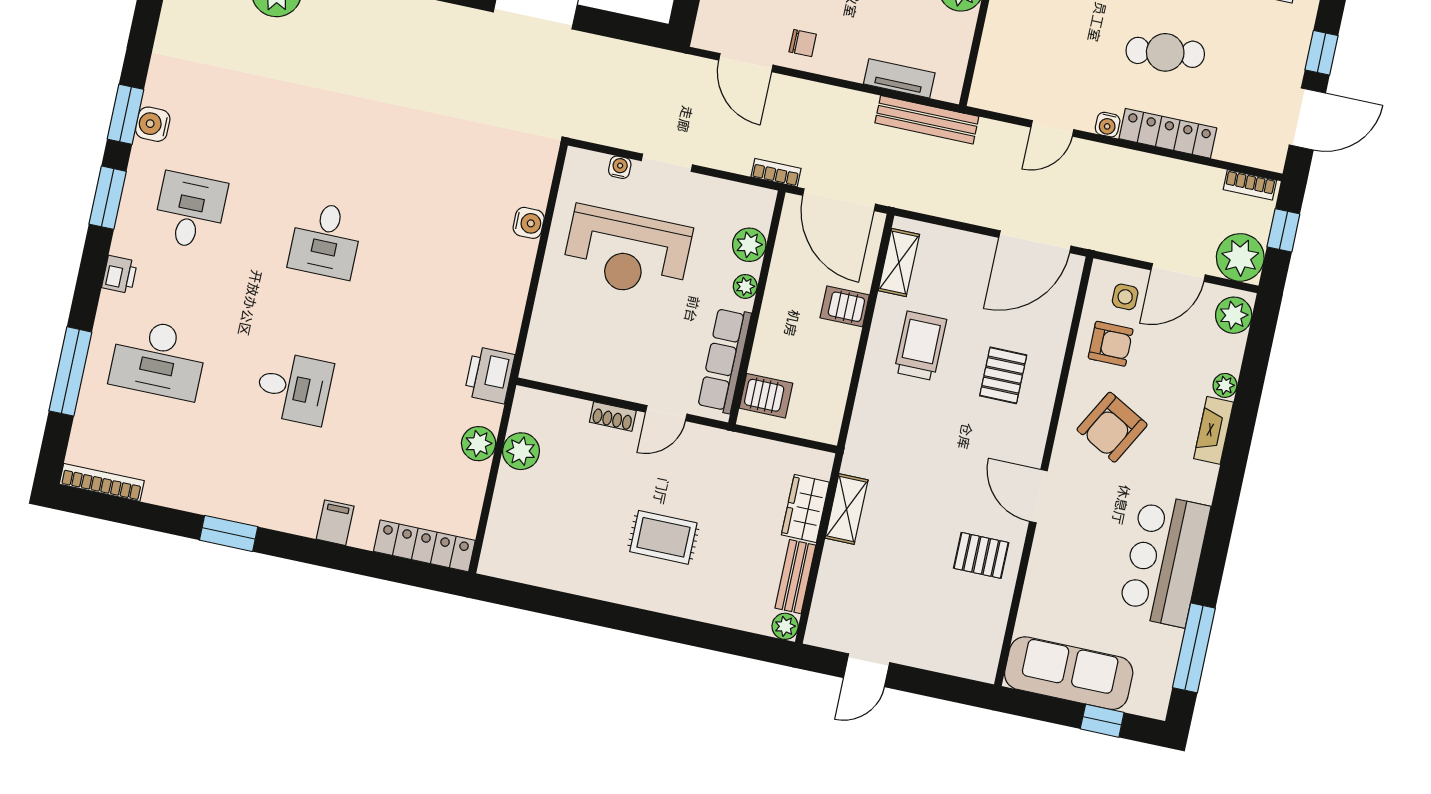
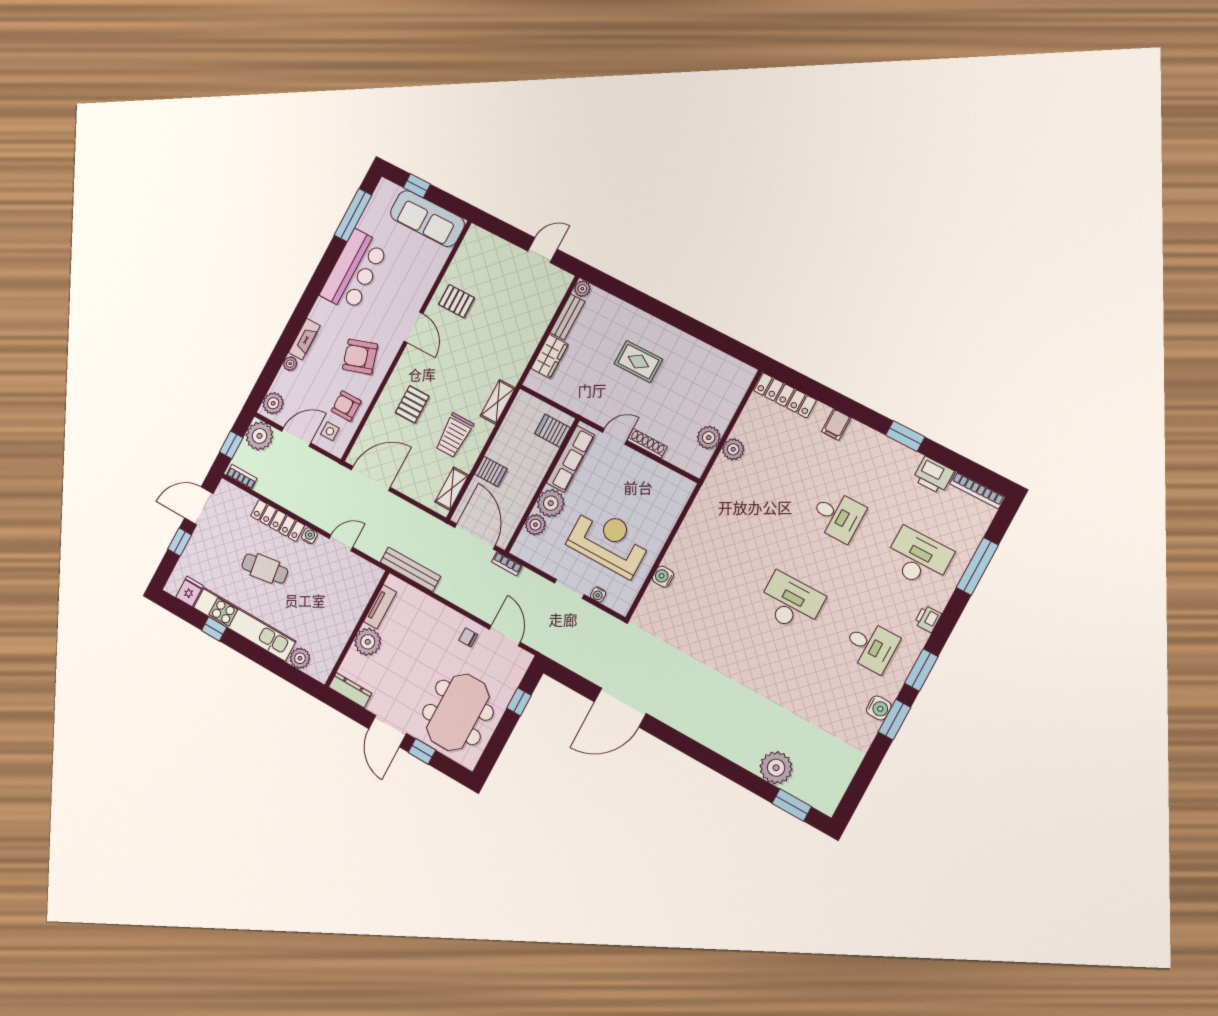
tv unit: (899, 78) -> (380, 607), moved, turned -90
desk: (190, 211) -> (871, 646), turned -90
desk: (326, 240) -> (791, 603), width x1.37
plant: (745, 286) -> (551, 503), width x1.88, depth x1.88
printer: (489, 375) -> (933, 475), moved, turned 90
desk: (294, 388) -> (838, 516), turned 180
shoe rack: (613, 416) -> (647, 443), width x1.43
armchair: (1112, 427) -> (360, 357), turned -136
shelving: (847, 509) -> (498, 402), moved

